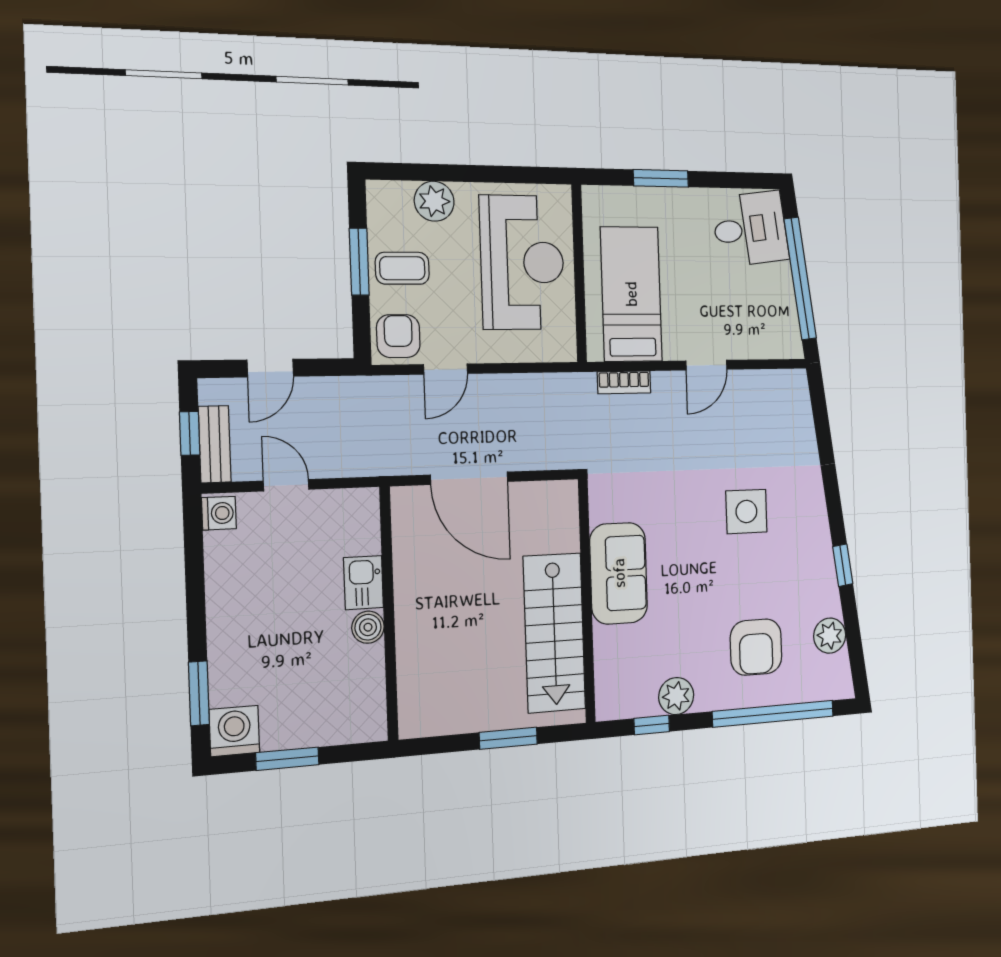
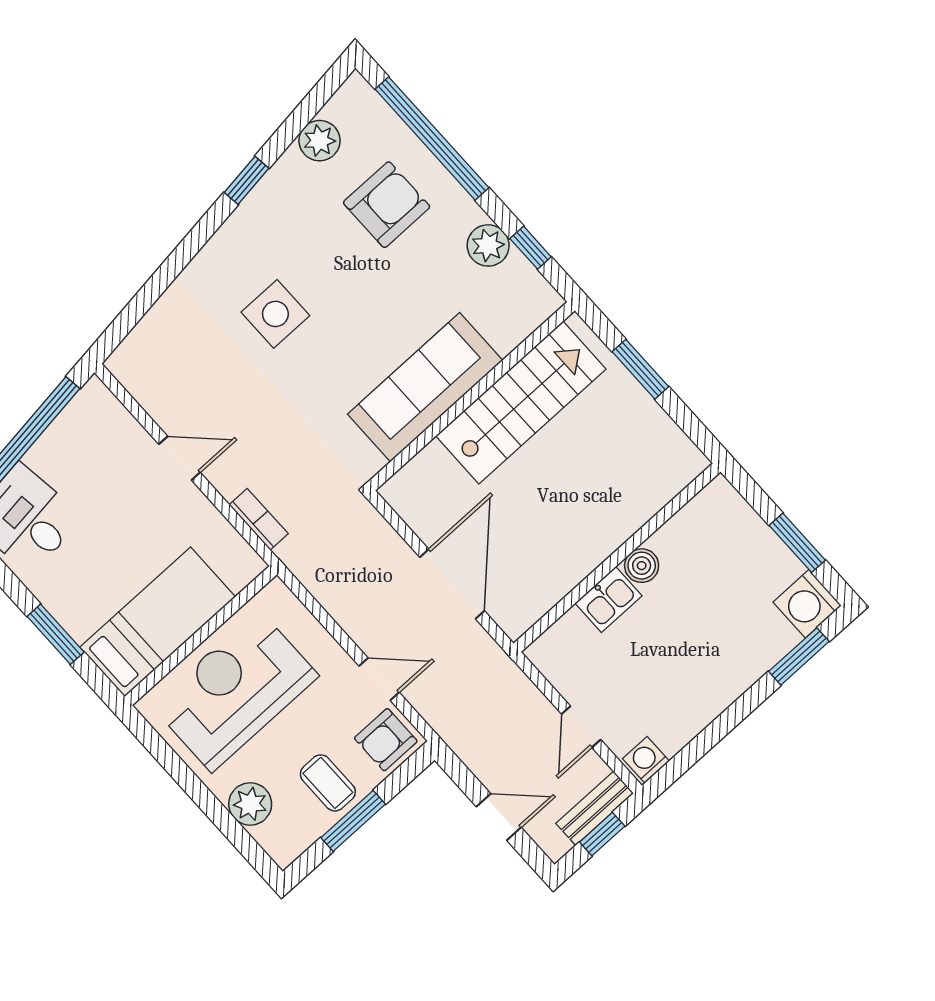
bed: (631, 294) -> (158, 622), moved, turned 180
sofa: (619, 573) -> (425, 387), width x1.36

